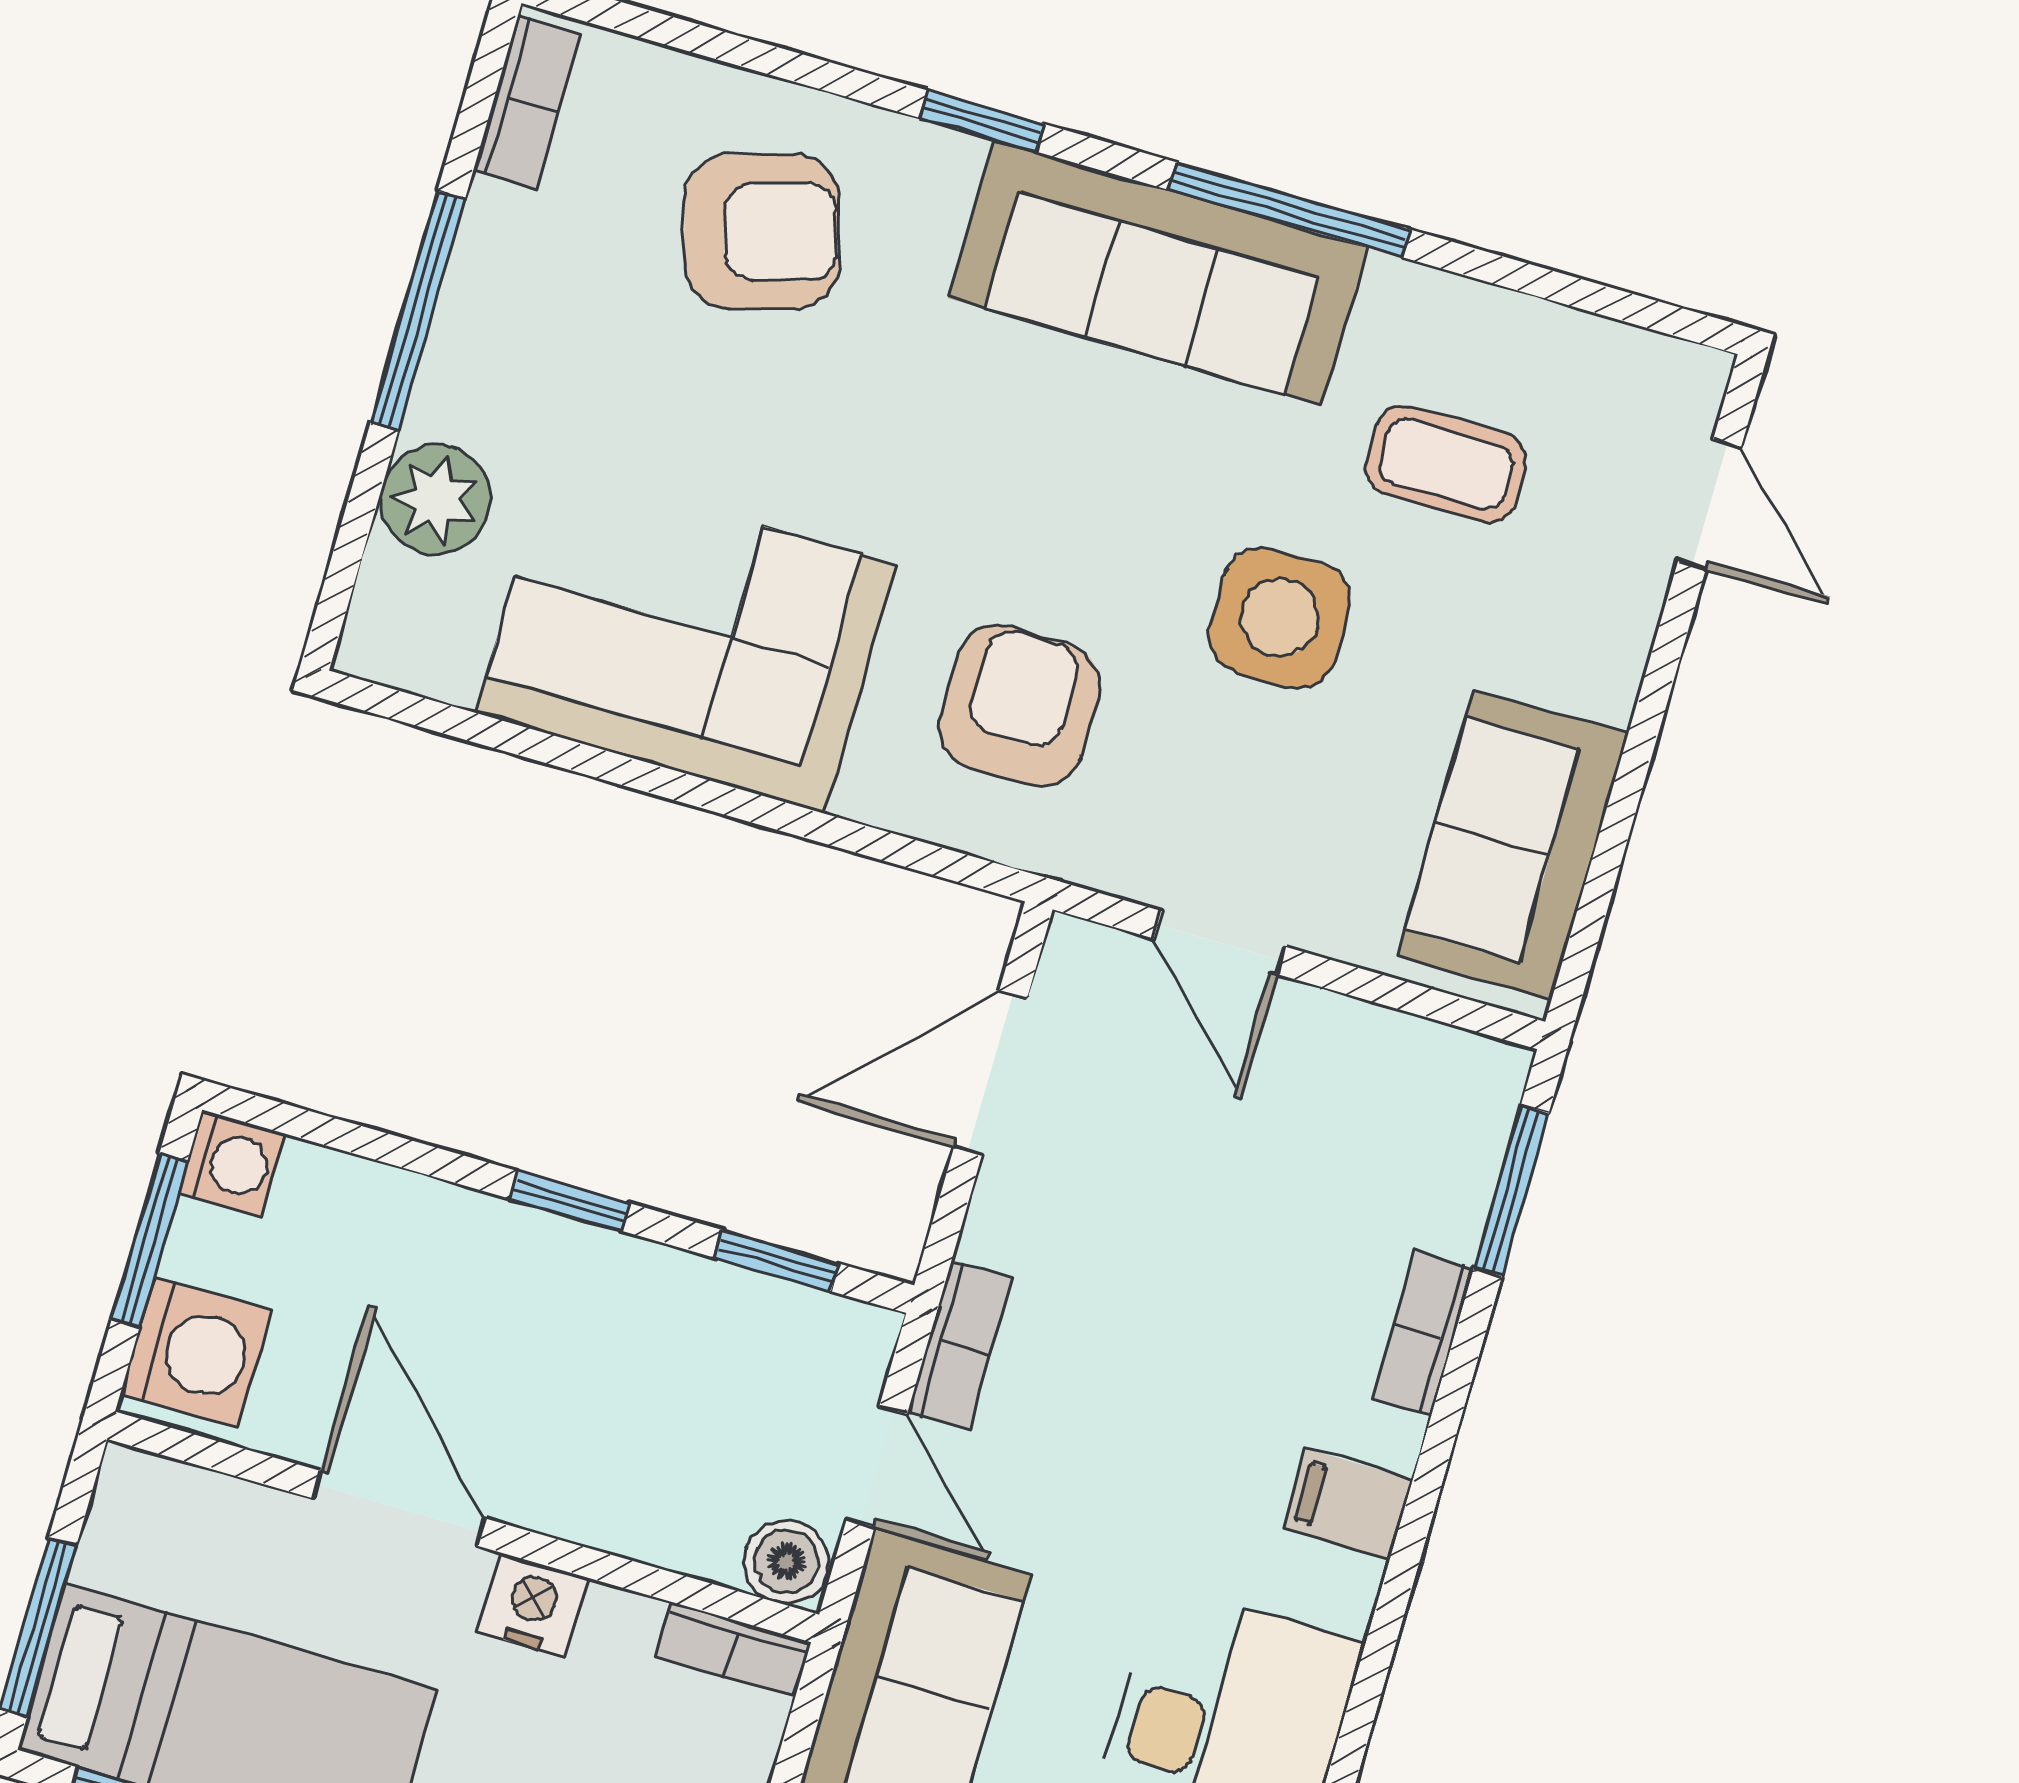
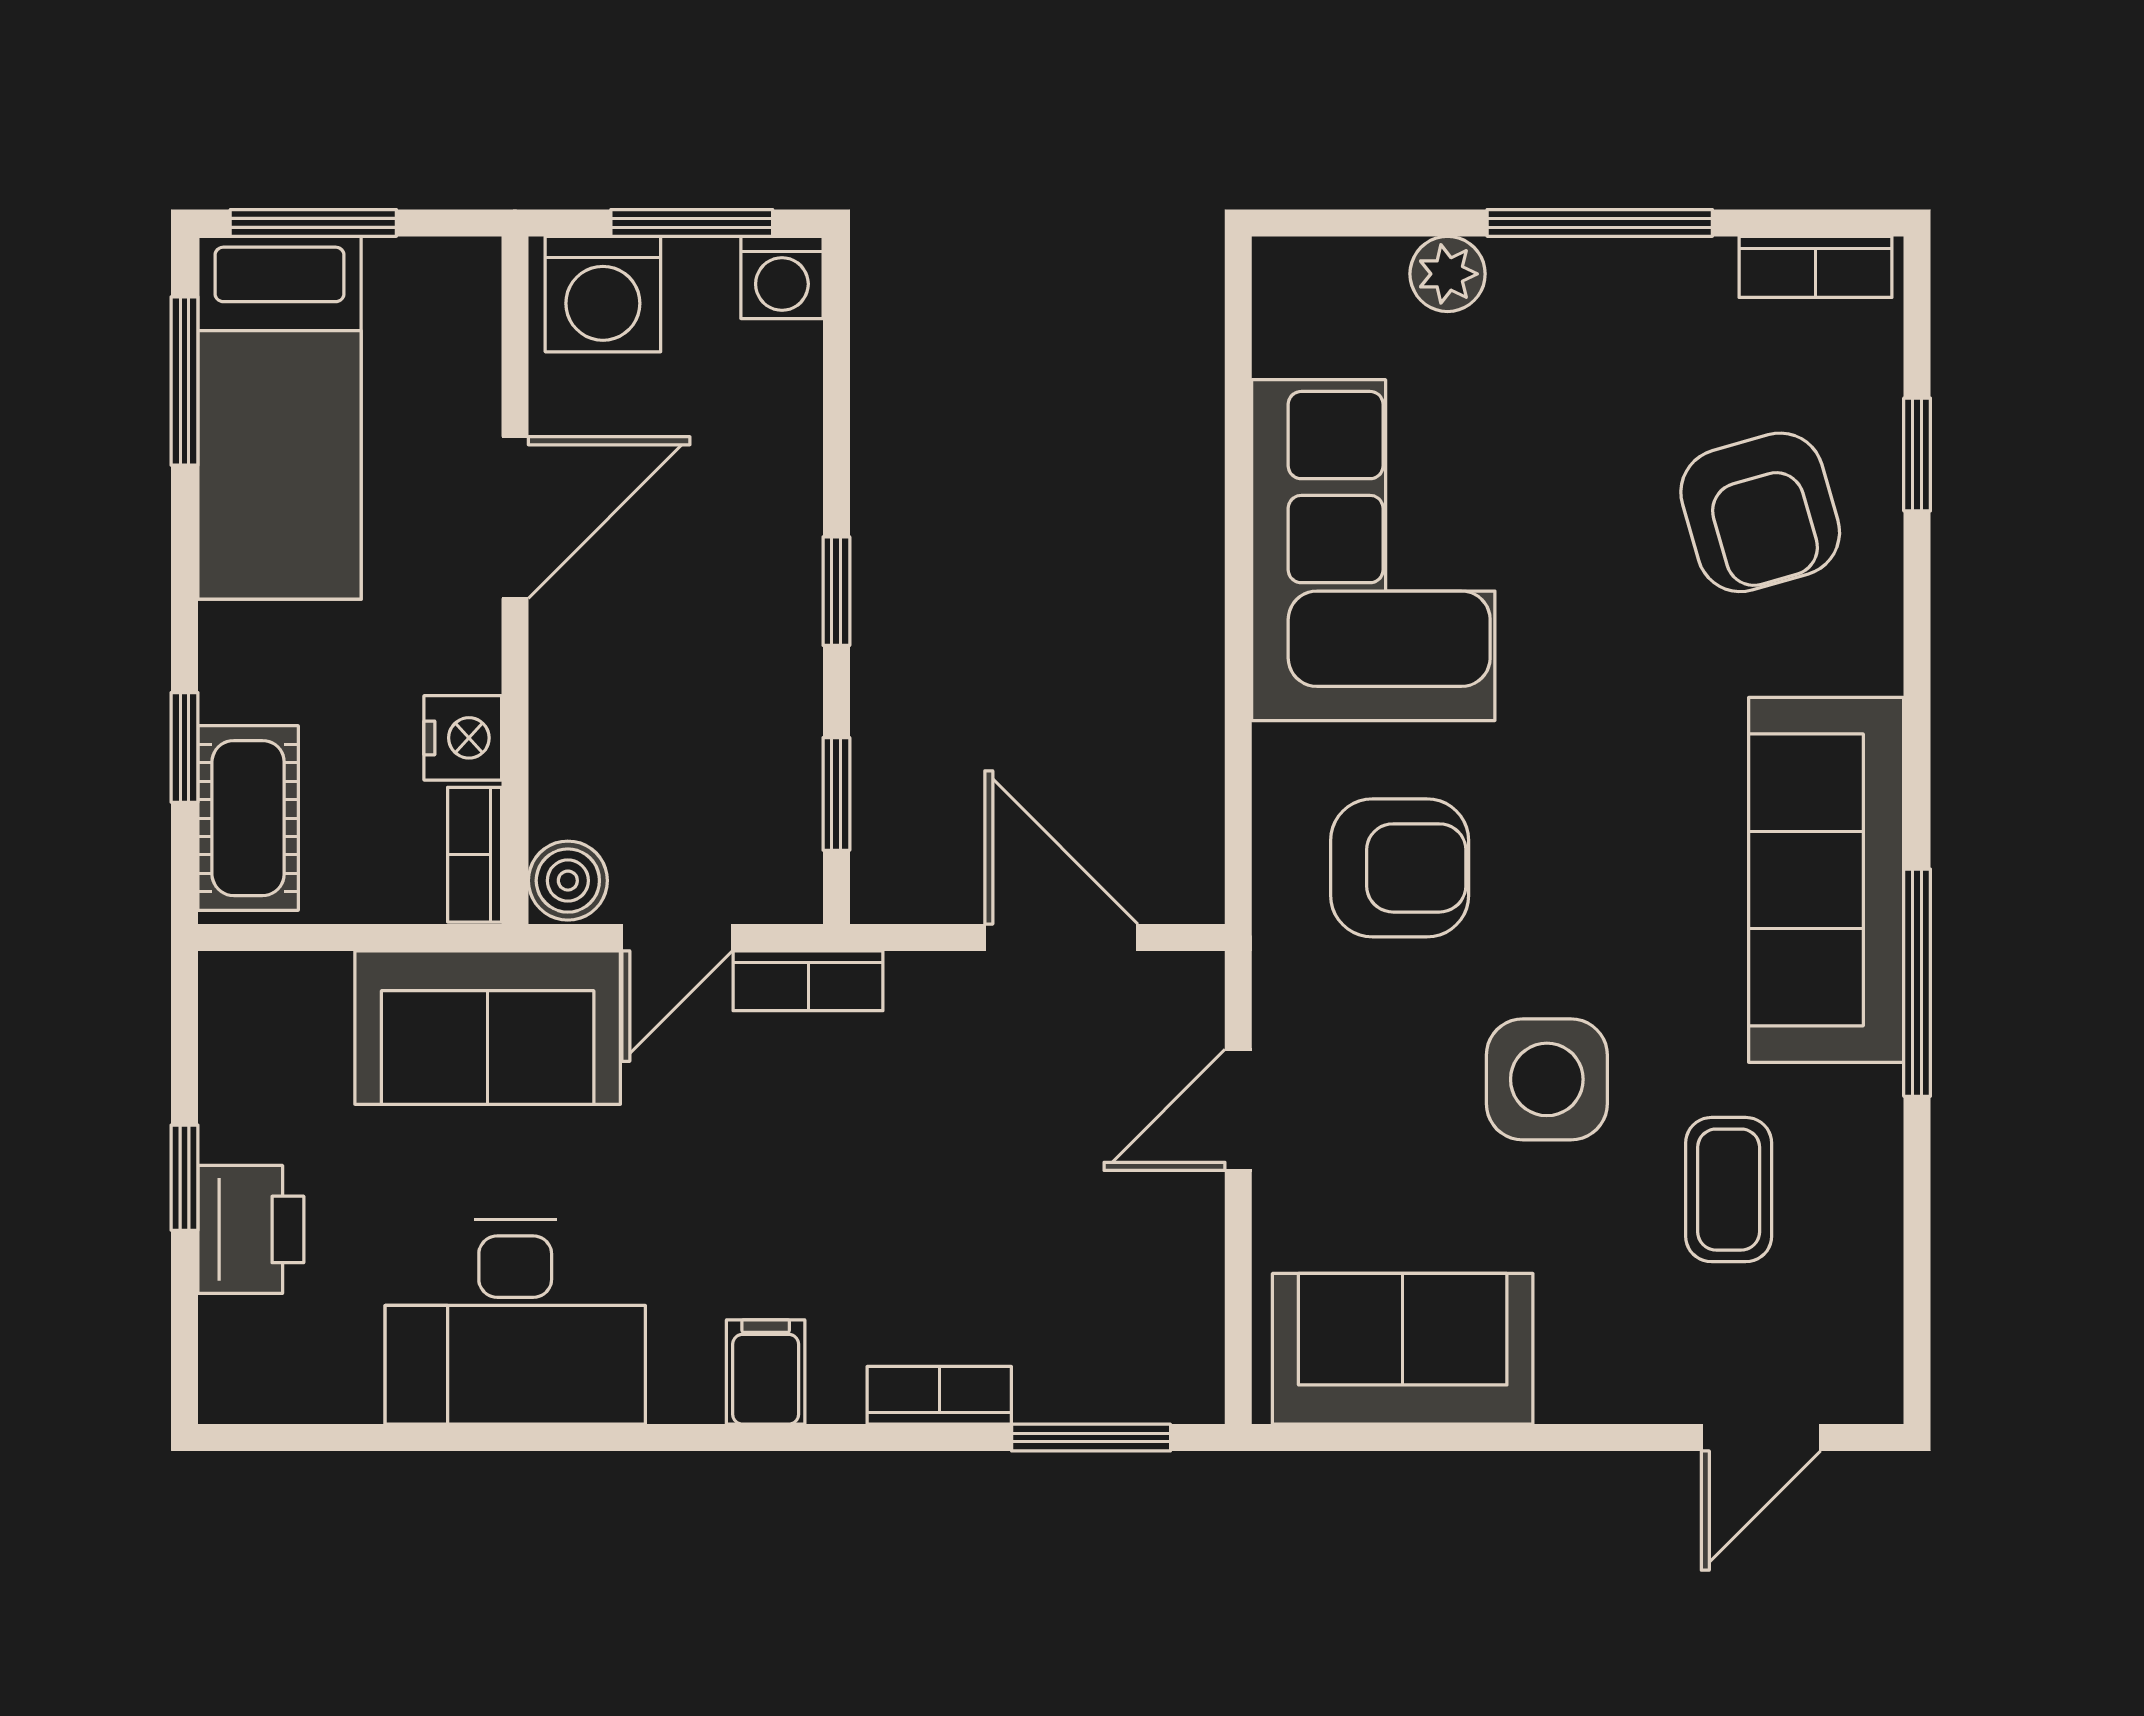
window: (982, 121) -> (1917, 454), moved
plant: (435, 500) -> (1448, 274), width x0.73, depth x0.73
nightstand: (532, 1605) -> (463, 738), moved

